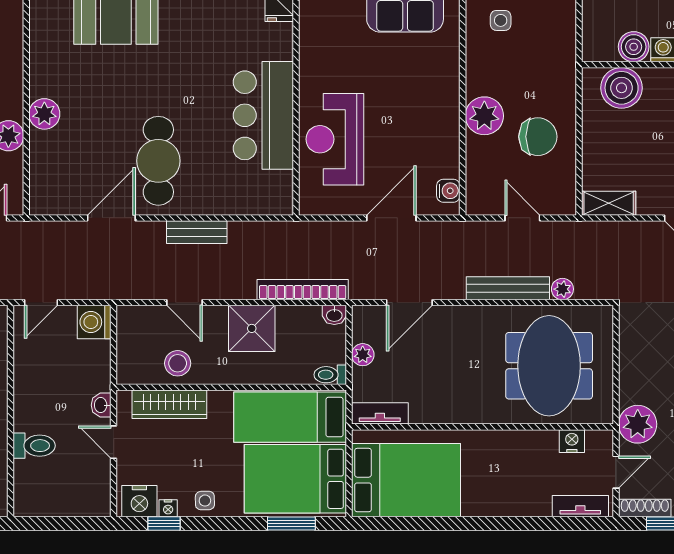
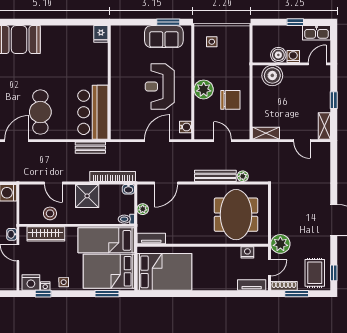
bar counter: (263, 115) -> (93, 112), moved
reception desk: (335, 139) -> (160, 87), moved
bench: (197, 232) -> (90, 148), moved

